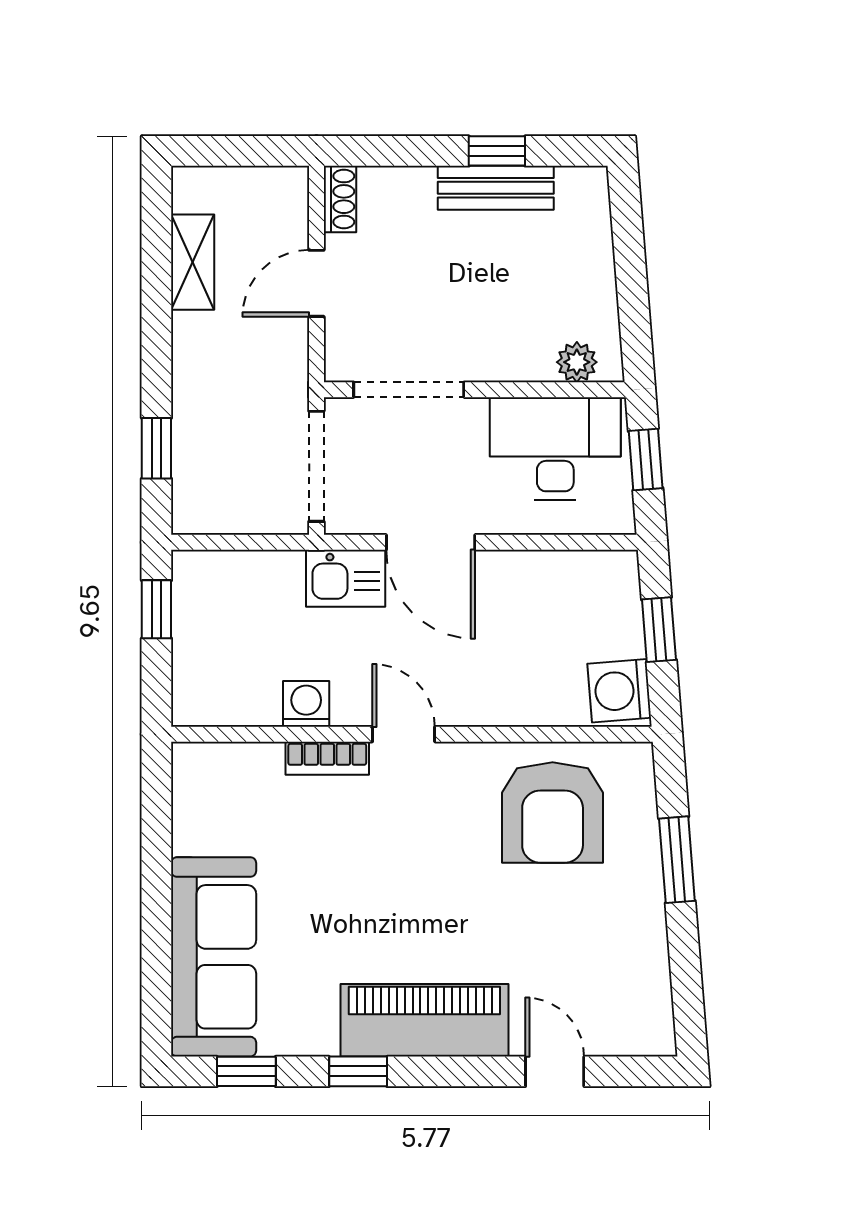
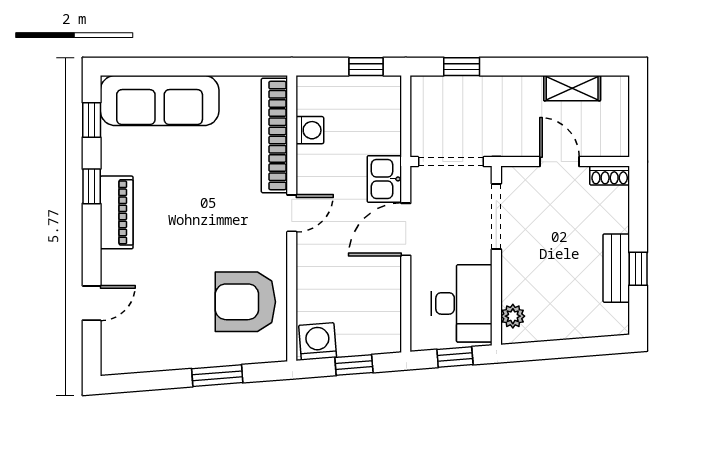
washing machine: (306, 704) -> (310, 130), moved
bookcase: (327, 758) -> (274, 135), width x2.31, depth x1.31
piano: (424, 1020) -> (117, 212), width x0.73, depth x0.75

